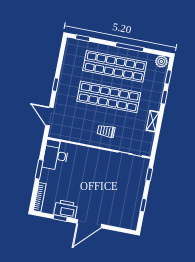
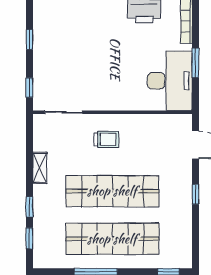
plant: (161, 61) -> (44, 260), removed
desk: (56, 155) -> (170, 81), width x1.36, depth x1.30

